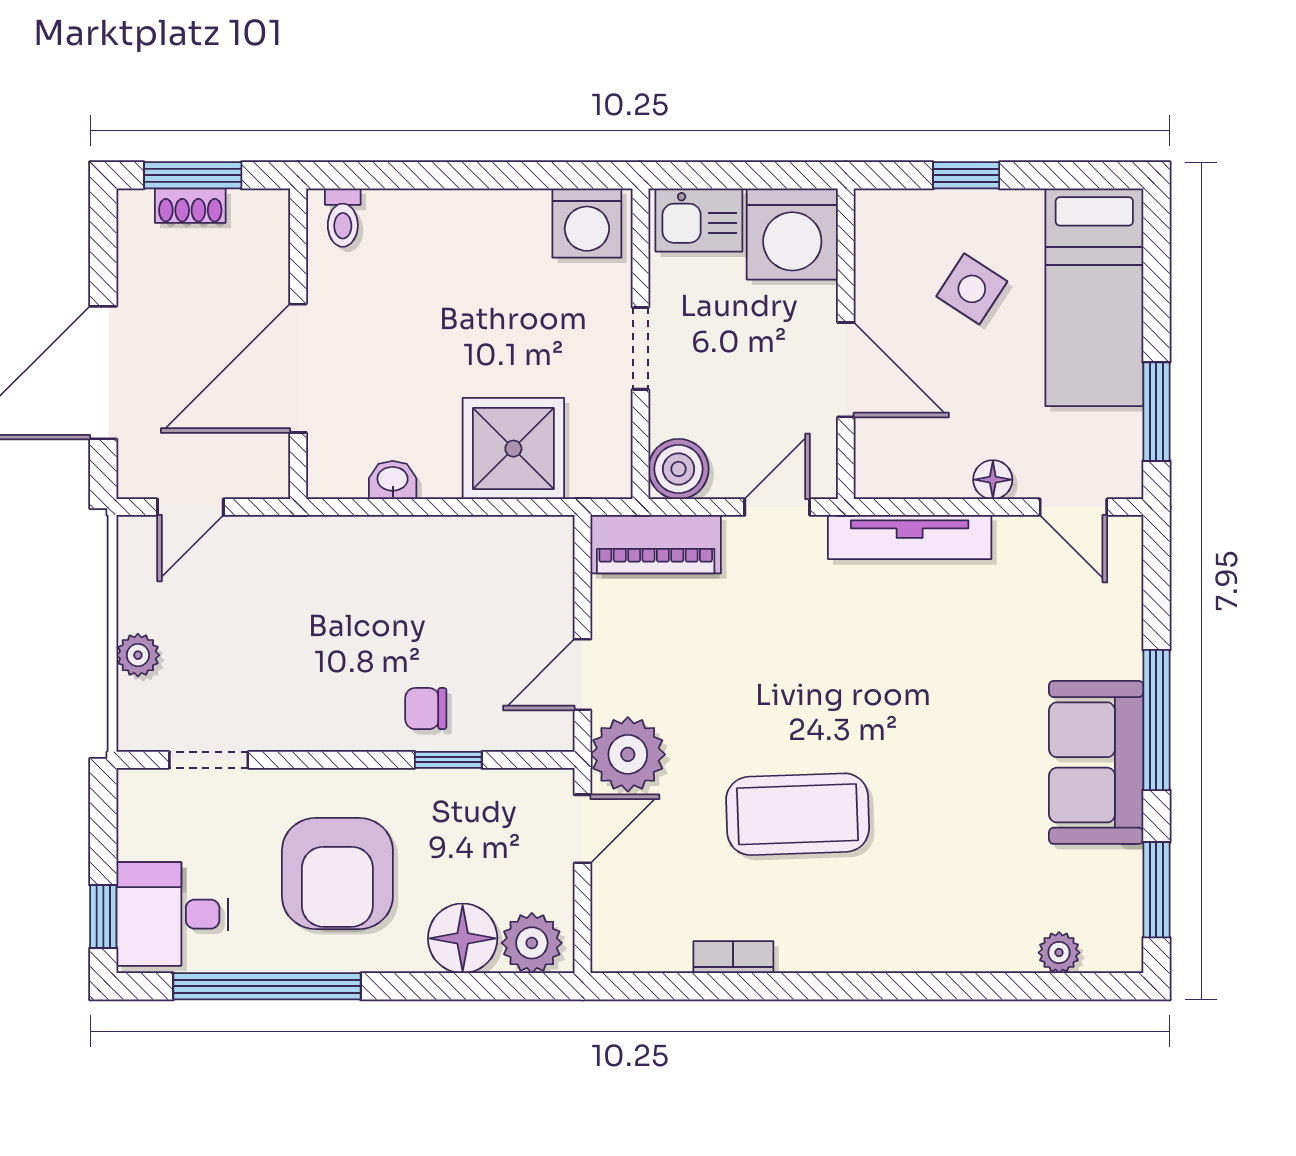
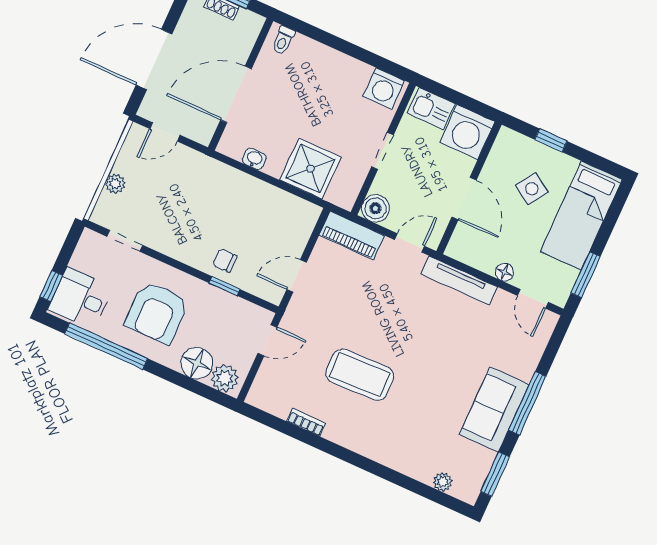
plant: (628, 754) -> (300, 318), removed

